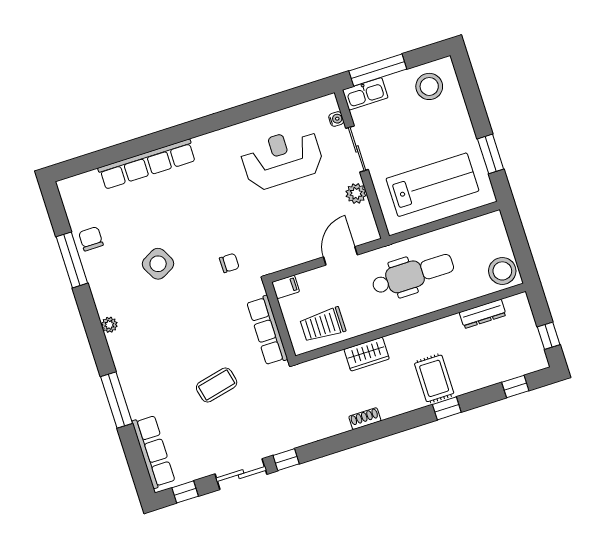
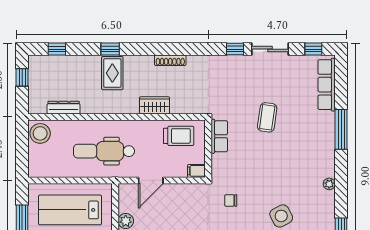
row of seats: (267, 330) -> (219, 136), width x0.68
coffee table: (217, 385) -> (267, 117), turned -69
shoe rack: (365, 419) -> (170, 60), width x1.43

